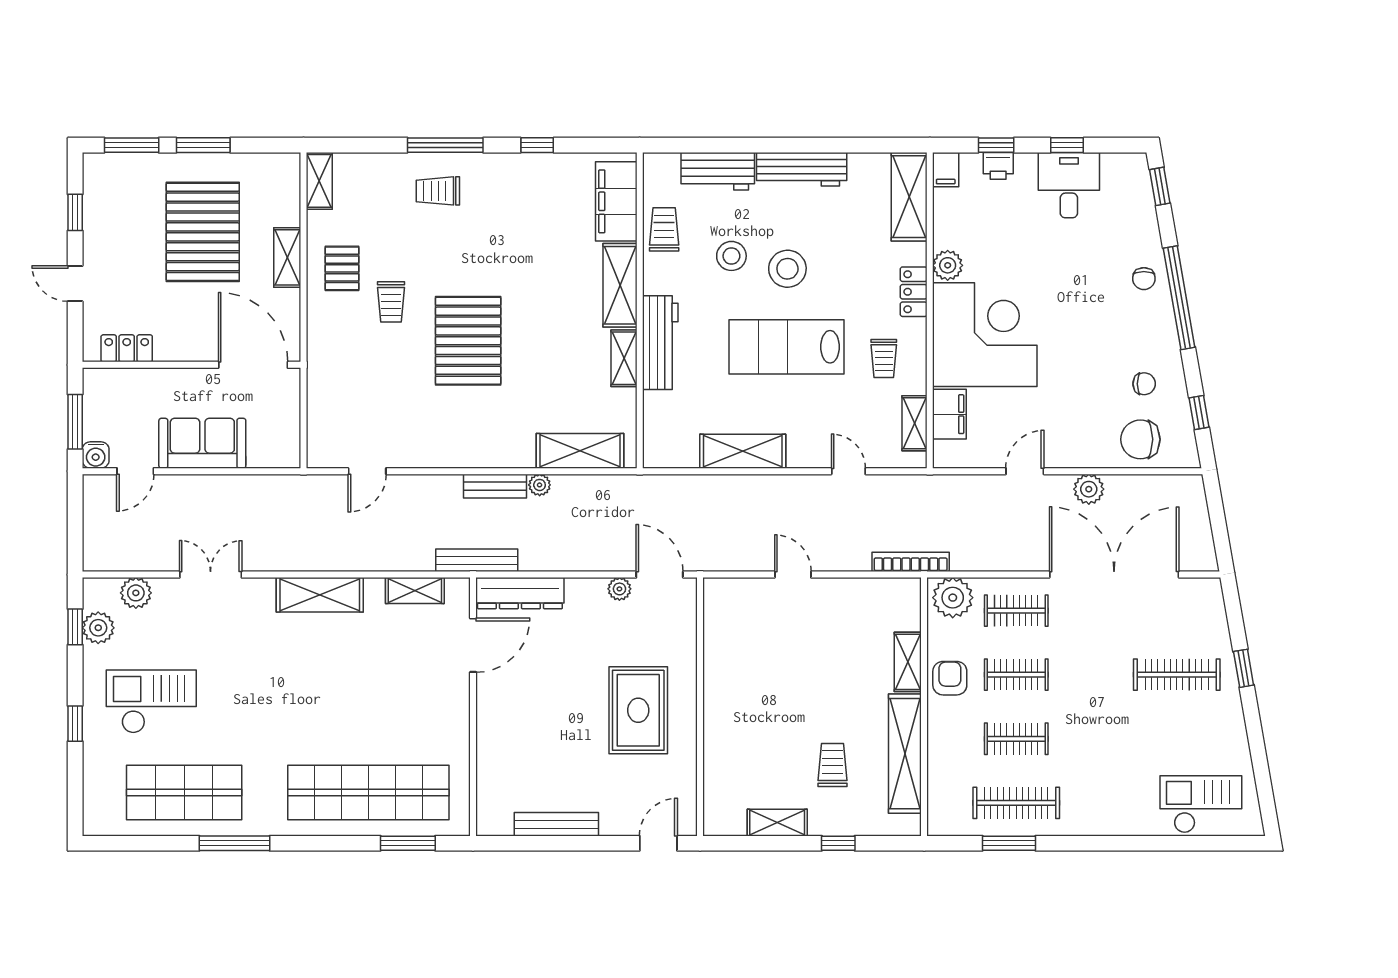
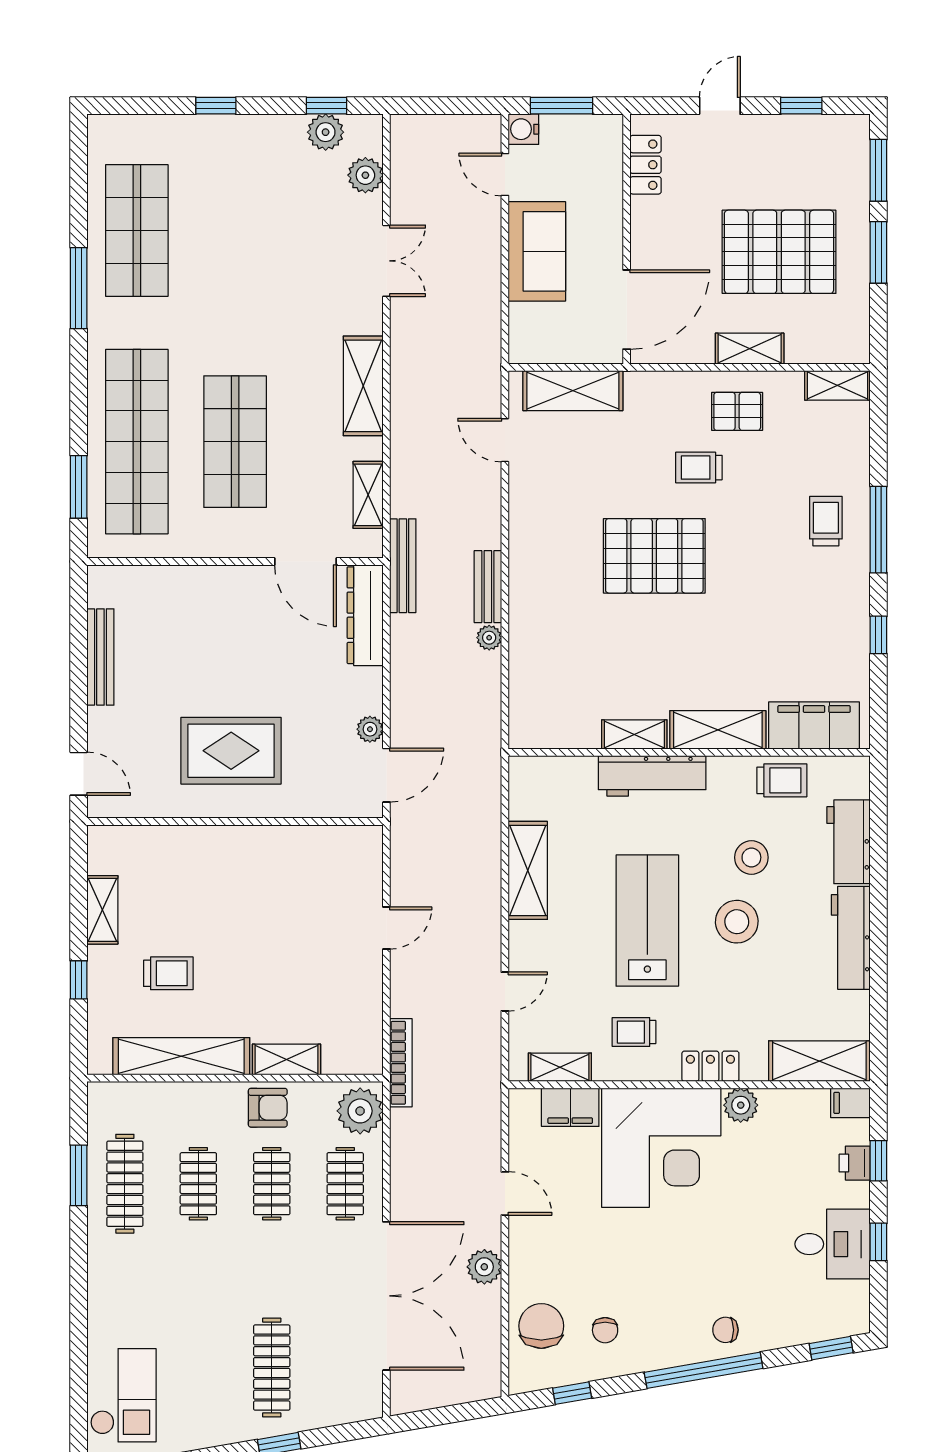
shelving: (580, 451) -> (573, 391), moved, turned 90
checkout: (151, 702) -> (241, 193), removed
shop shelf: (368, 707) -> (235, 442), added

